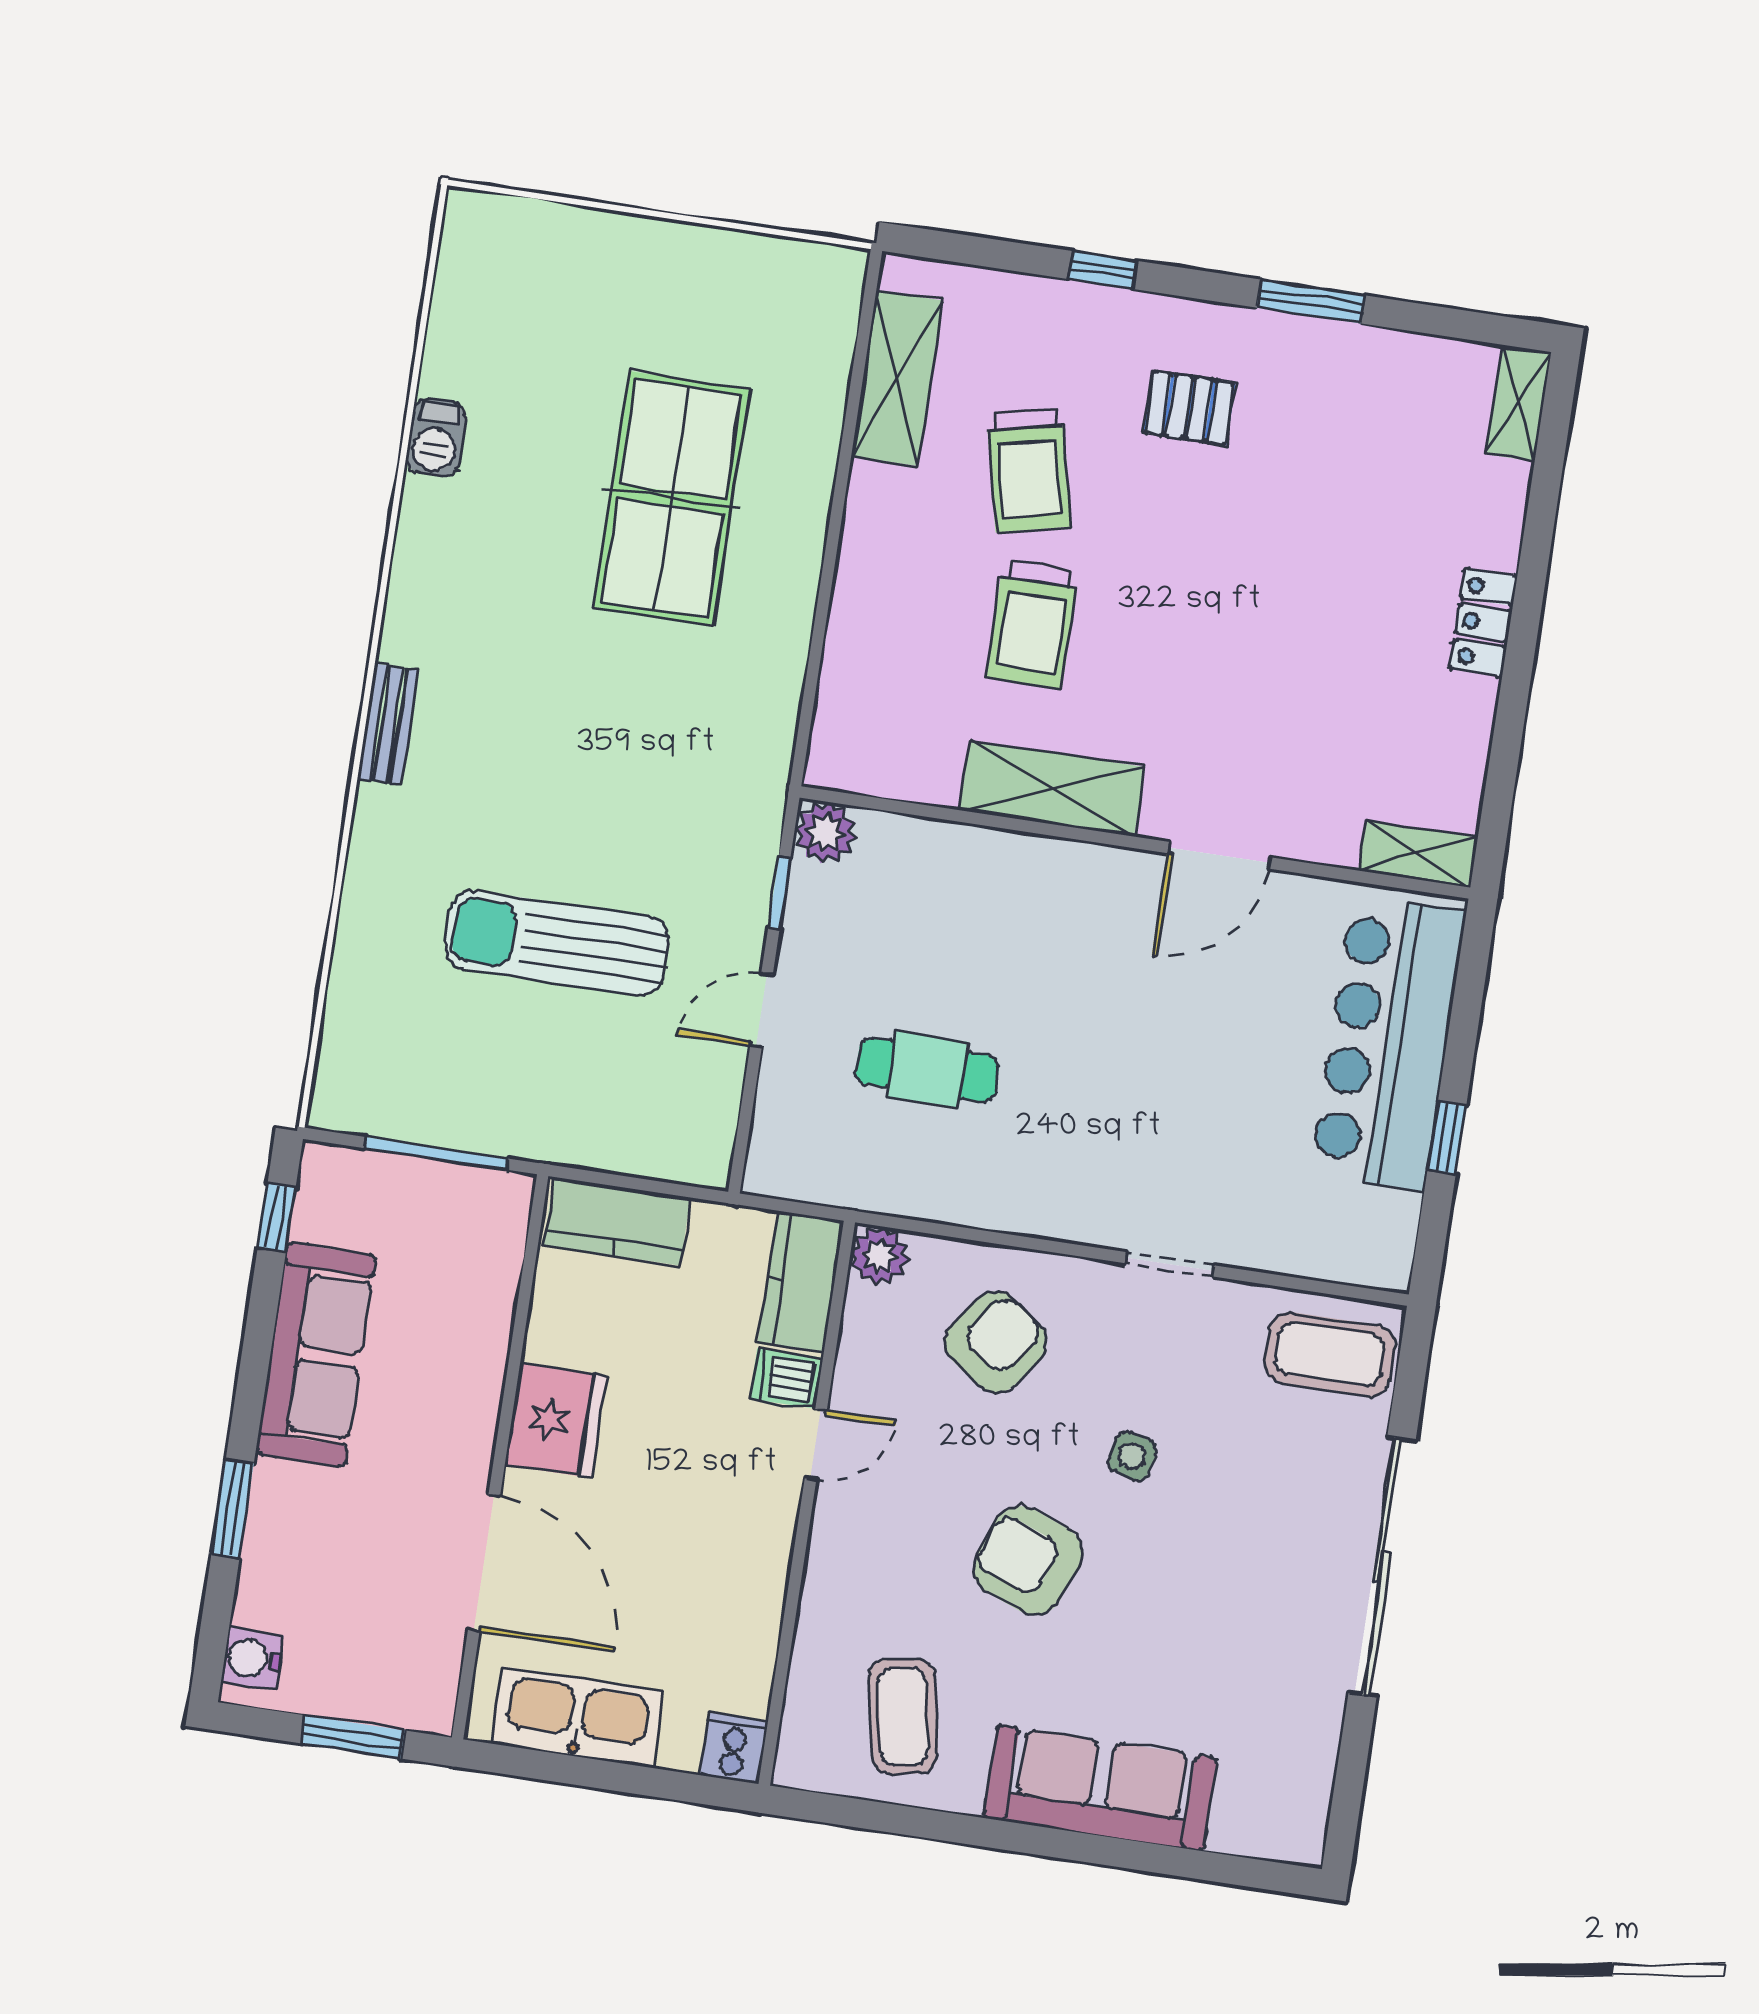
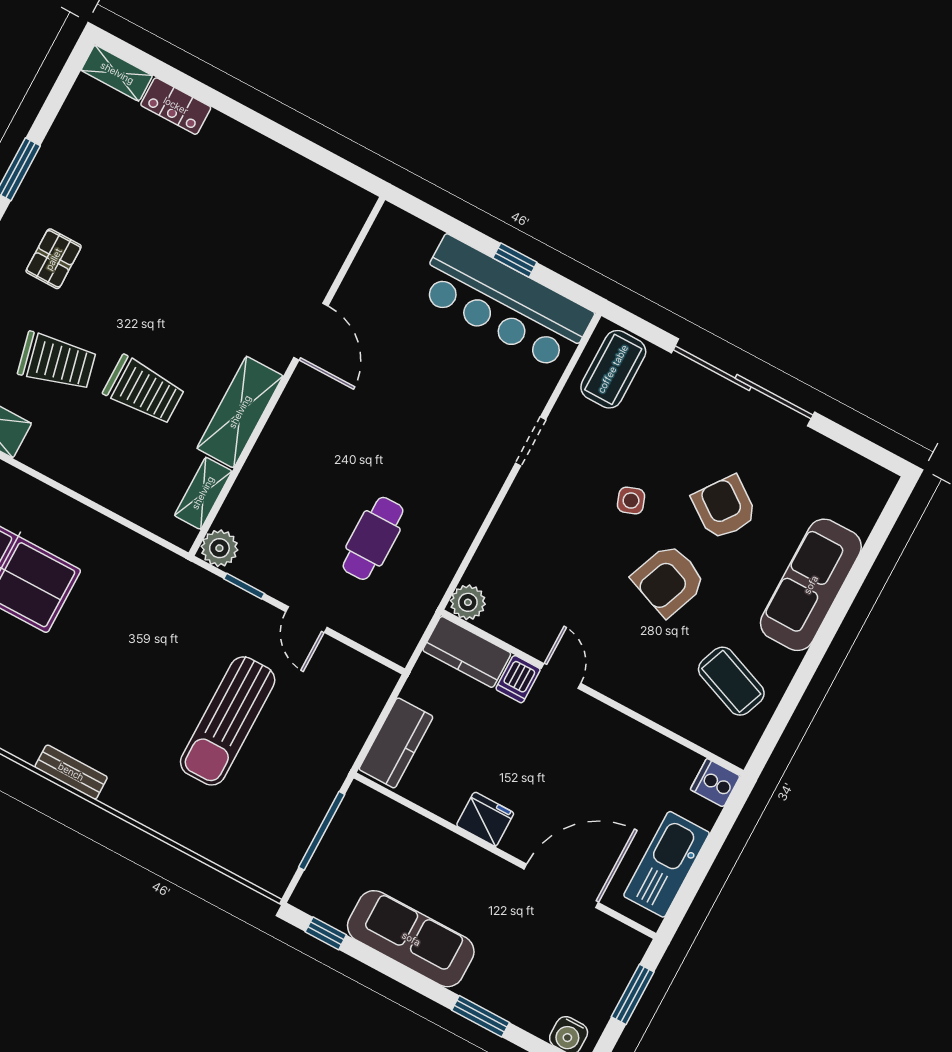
locker: (1483, 622) -> (176, 106), moved
shelving: (1418, 854) -> (203, 493), moved
bar counter: (1388, 1043) -> (504, 303), moved
armchair: (996, 1342) -> (724, 507), moved
fridge: (556, 1420) -> (485, 819), width x0.73, depth x0.75
side table: (1132, 1456) -> (631, 501), turned -35
coffee table: (903, 1716) -> (731, 681), turned 32

